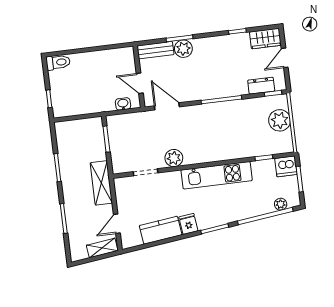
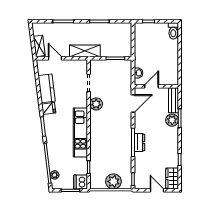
dresser: (261, 86) -> (139, 142), moved

